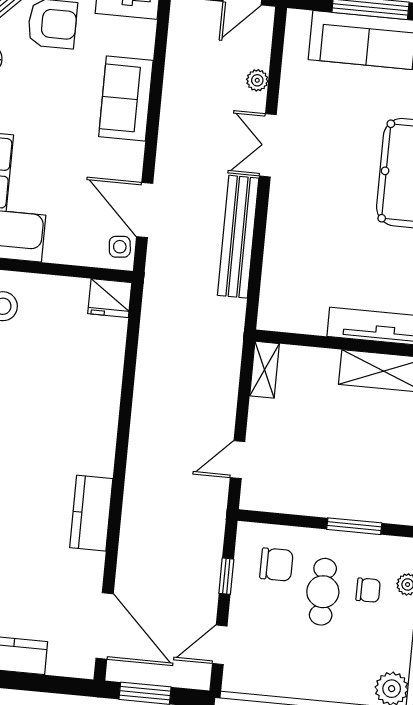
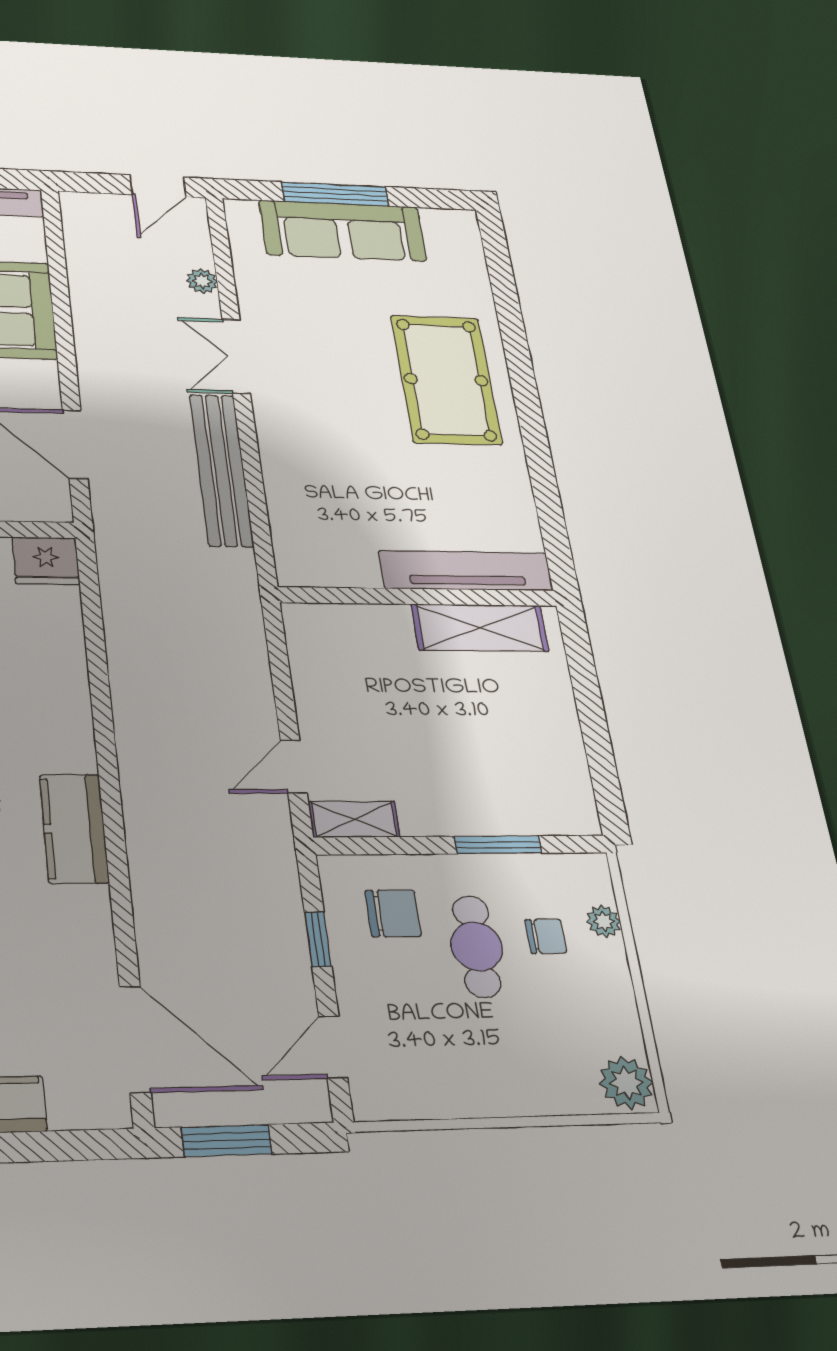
side table: (120, 247) -> (47, 493), removed
shelving: (264, 370) -> (354, 819), moved, turned 90
kitchen counter: (91, 513) -> (74, 829), moved

